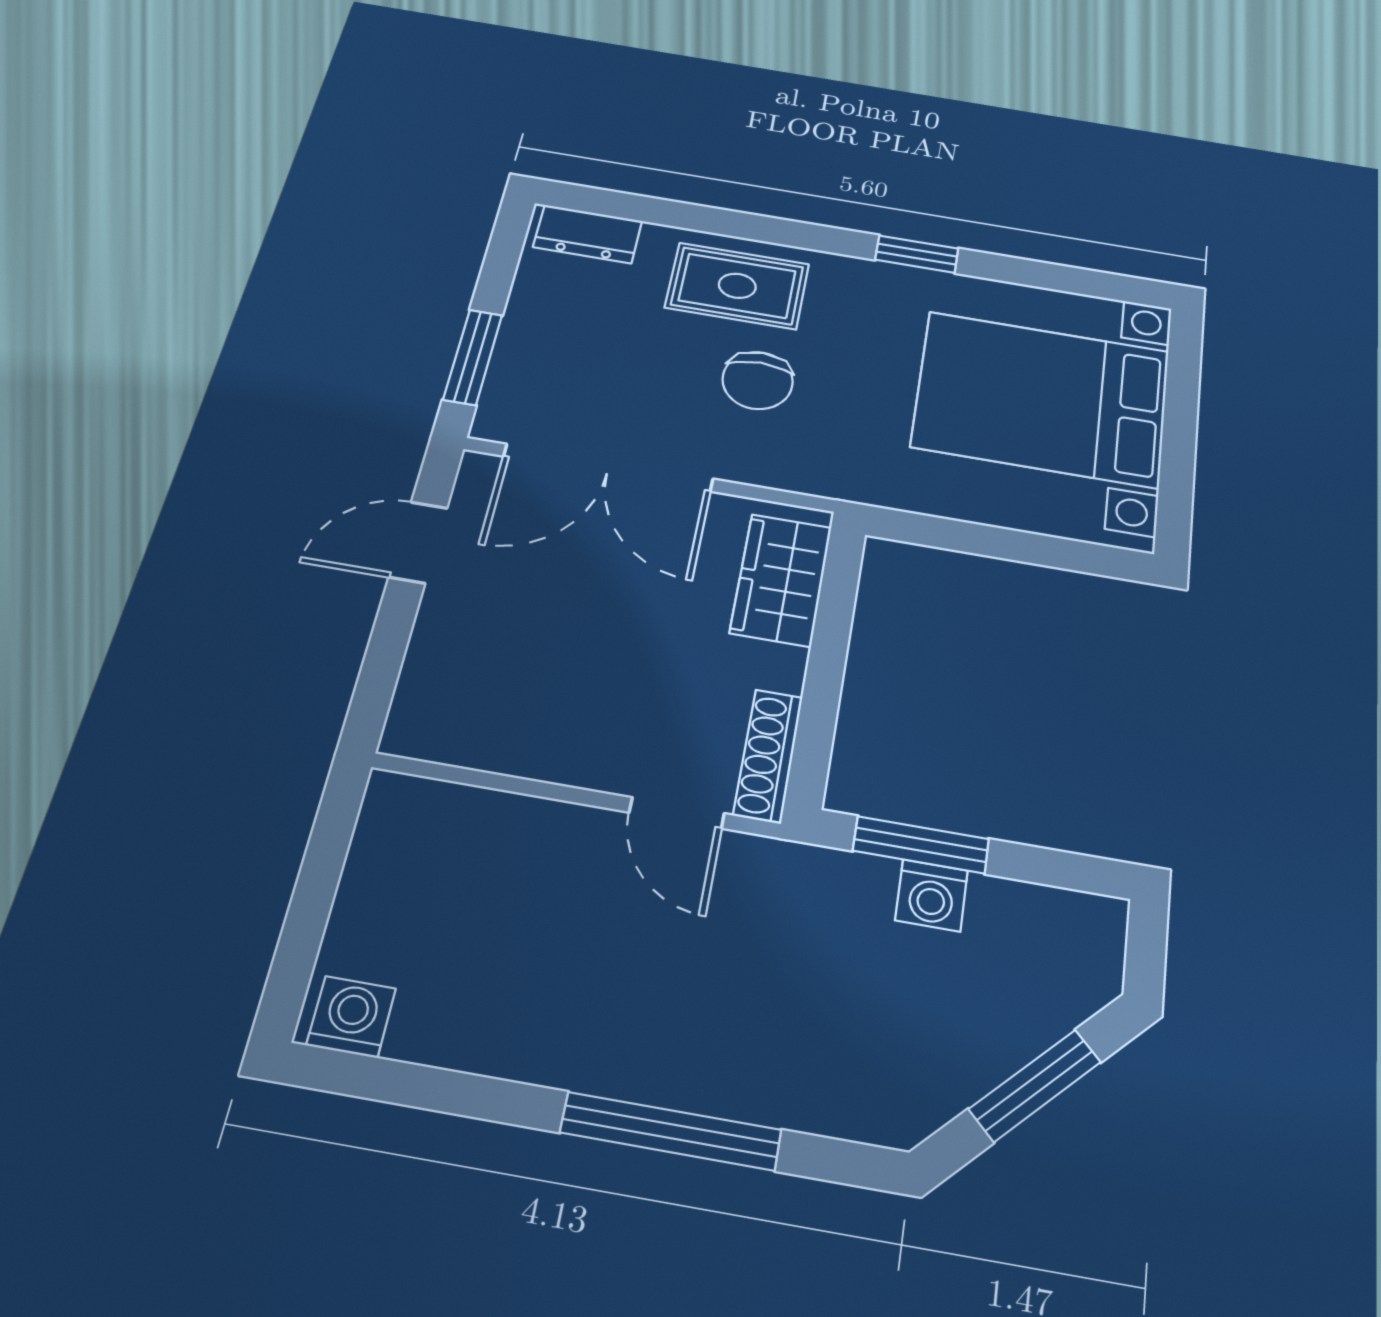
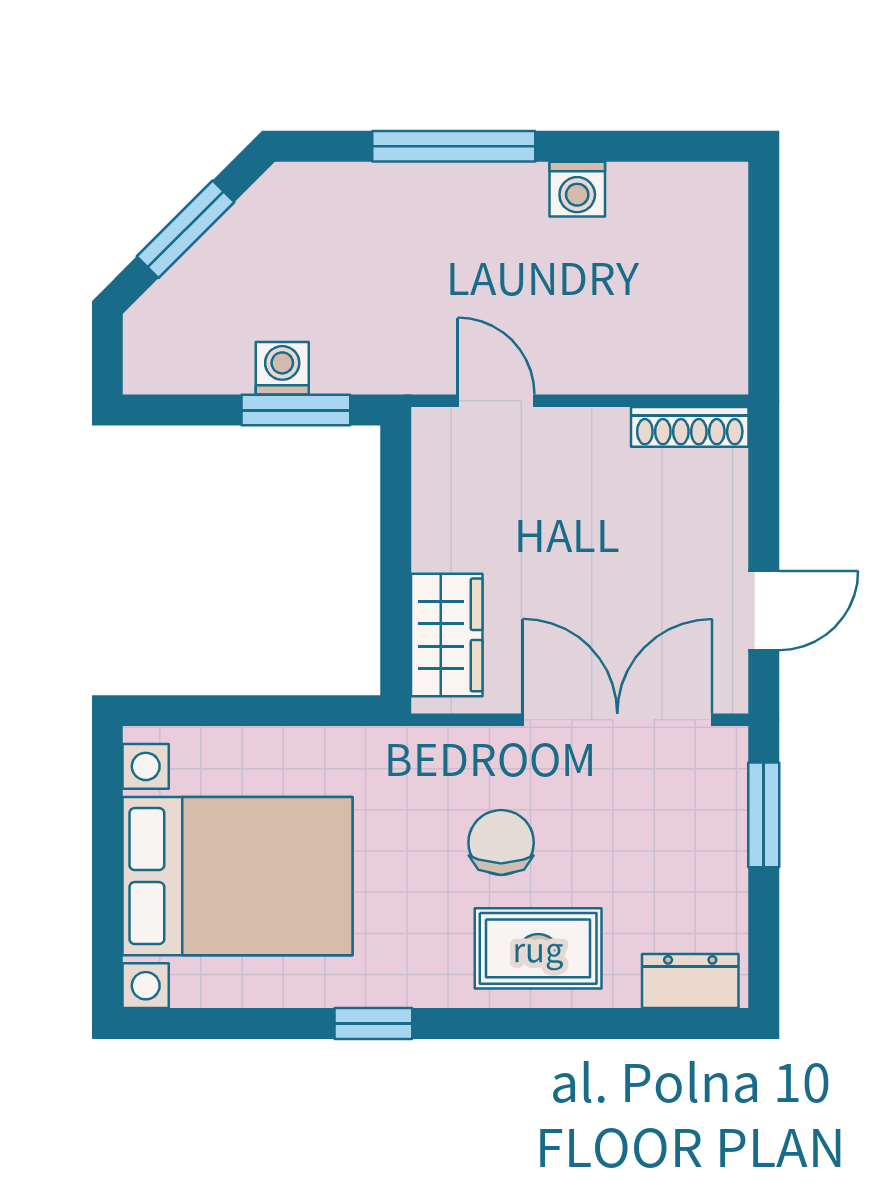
shoe rack: (768, 756) -> (690, 427), moved, turned 90
washing machine: (351, 1017) -> (577, 189), moved

